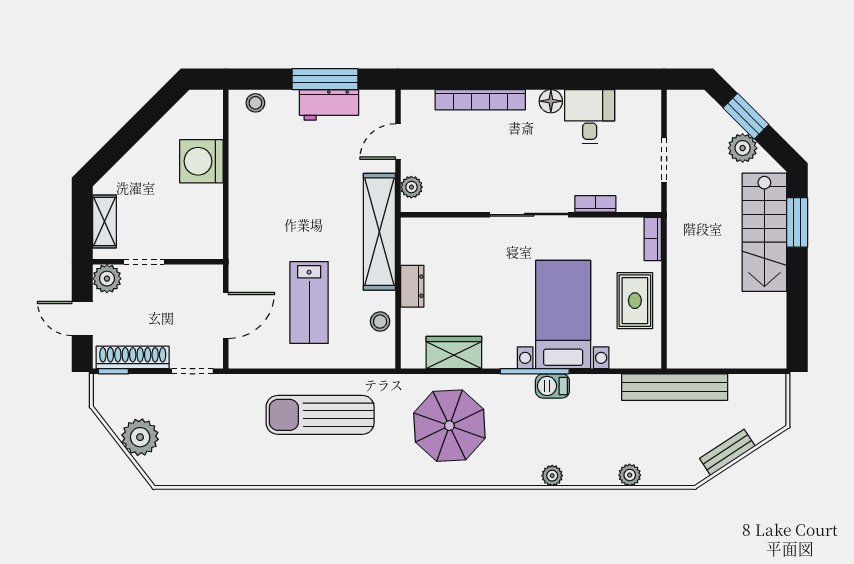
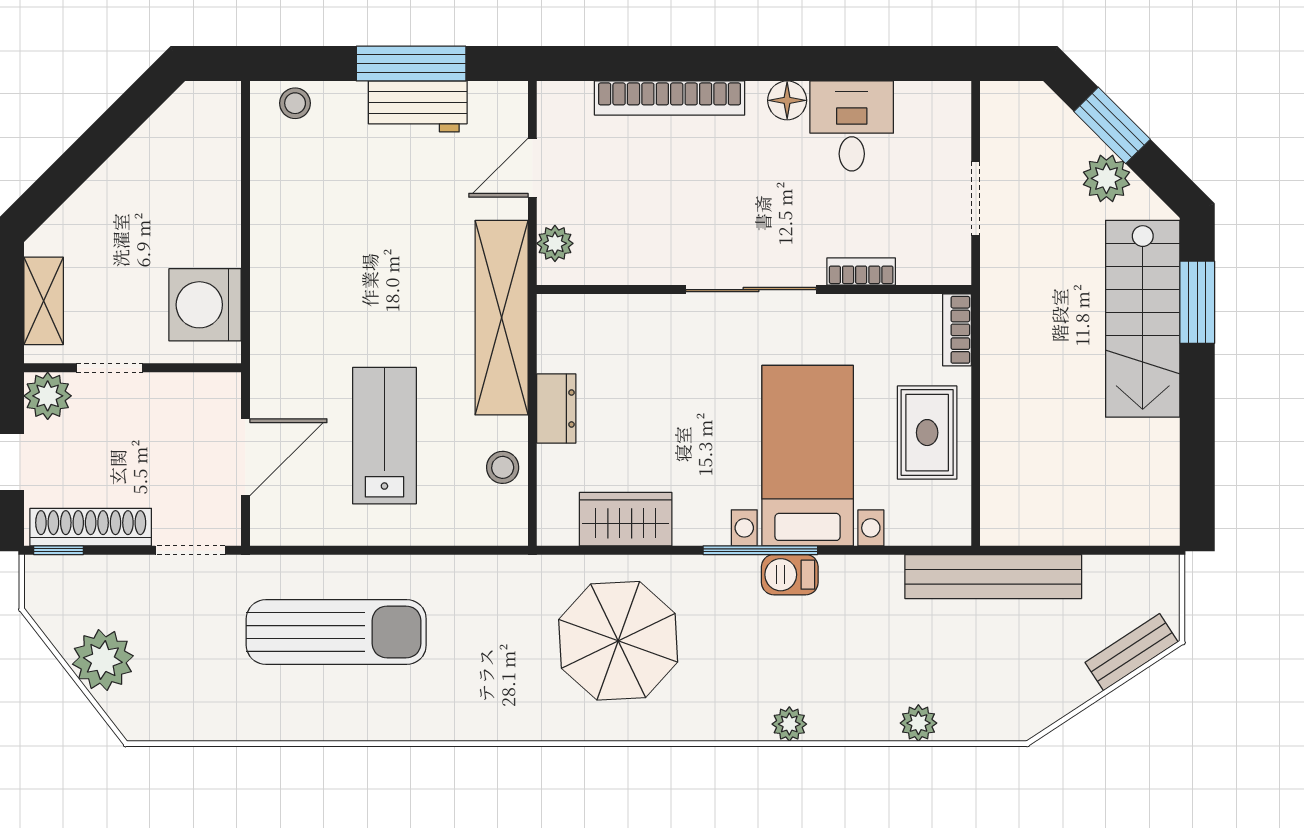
washing machine: (201, 161) -> (205, 305), moved
lab bench: (309, 302) -> (384, 436), turned 180
sun lounger: (320, 415) -> (336, 632), moved, turned 180
bench: (727, 452) -> (1132, 652), moved

